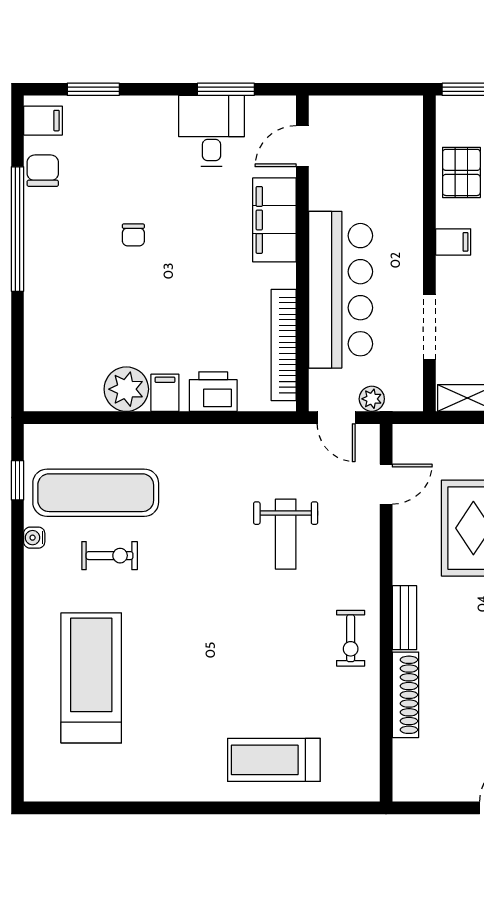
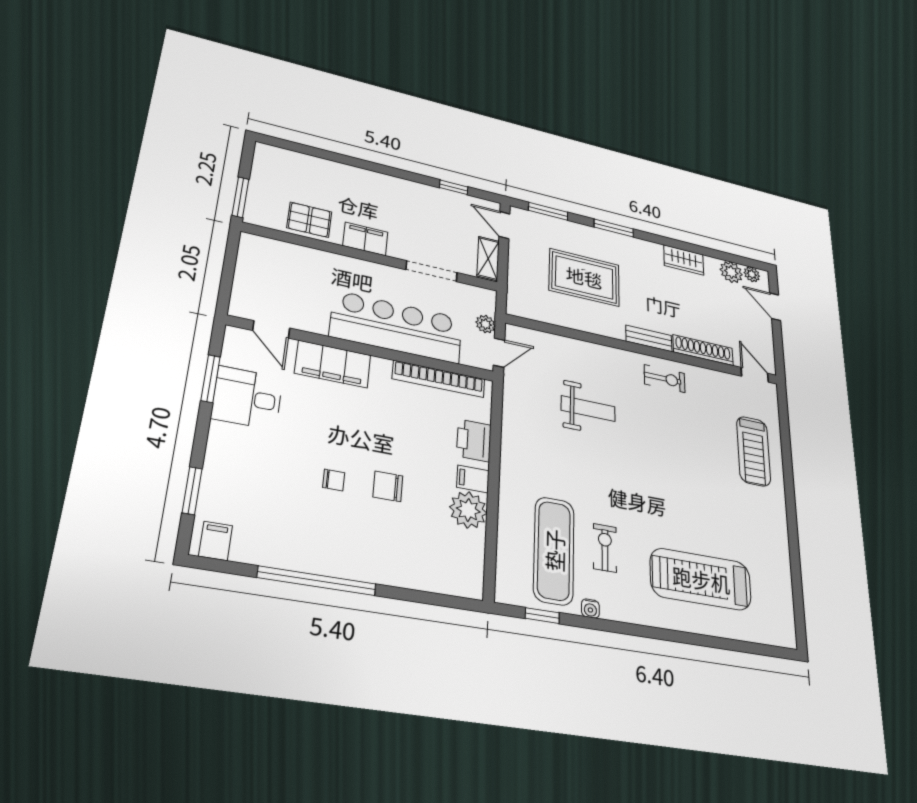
chair: (43, 171) -> (388, 486), moved
filing cabinet: (453, 242) -> (365, 239), width x2.00
door: (386, 484) -> (755, 375), moved

